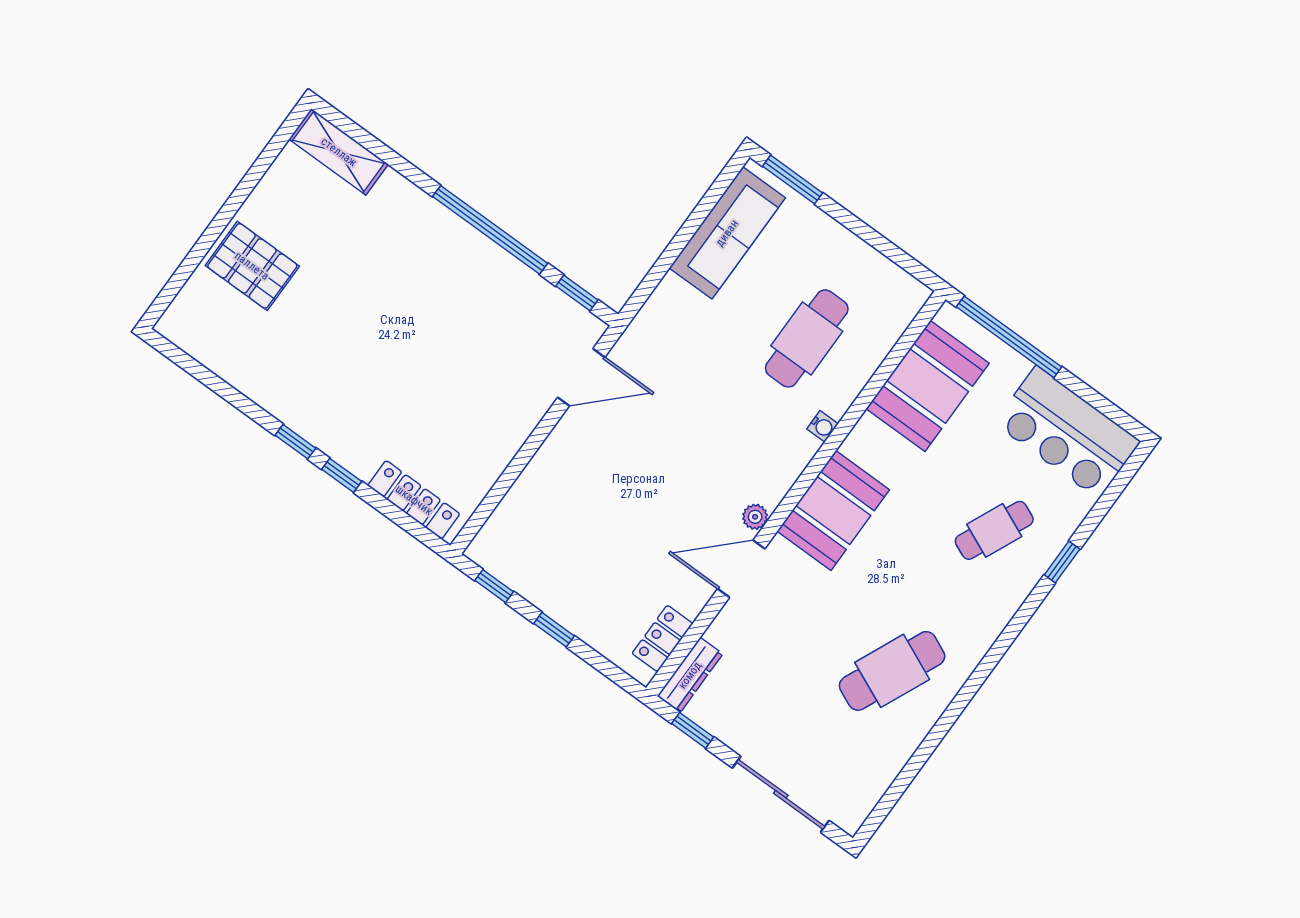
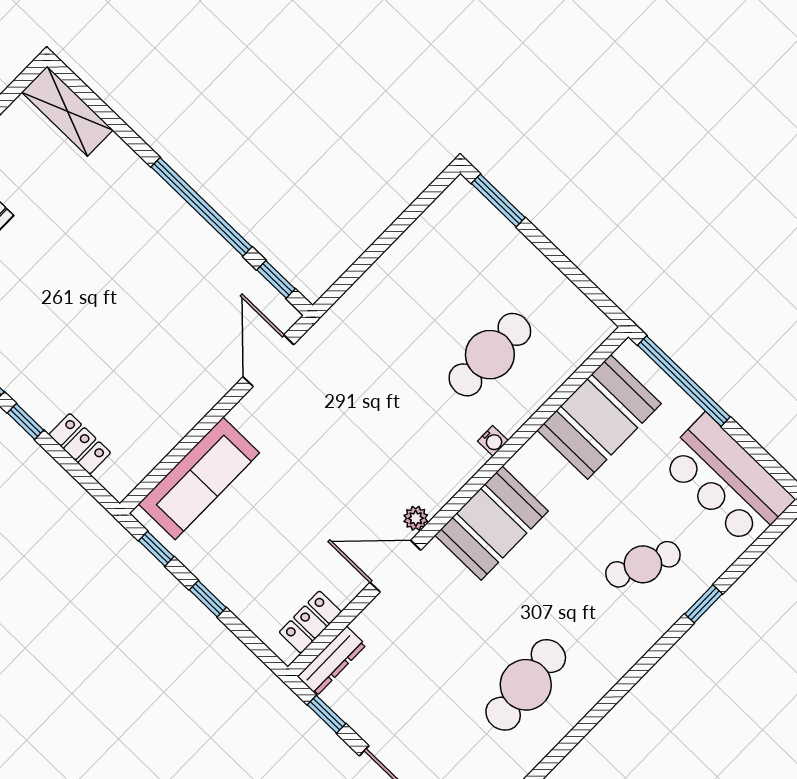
sofa: (727, 233) -> (199, 478), moved
door: (581, 377) -> (268, 361), swing flipped
locker: (414, 500) -> (80, 444), width x0.66
cafe table: (892, 671) -> (526, 685), turned -30

